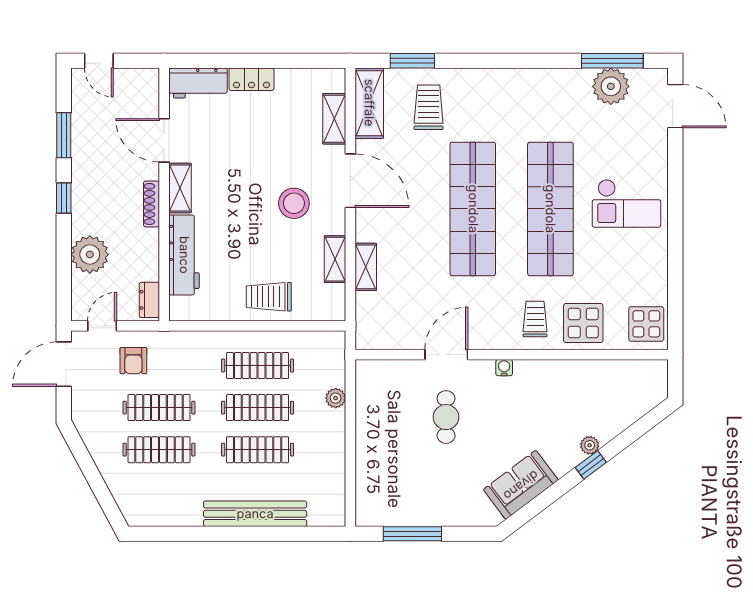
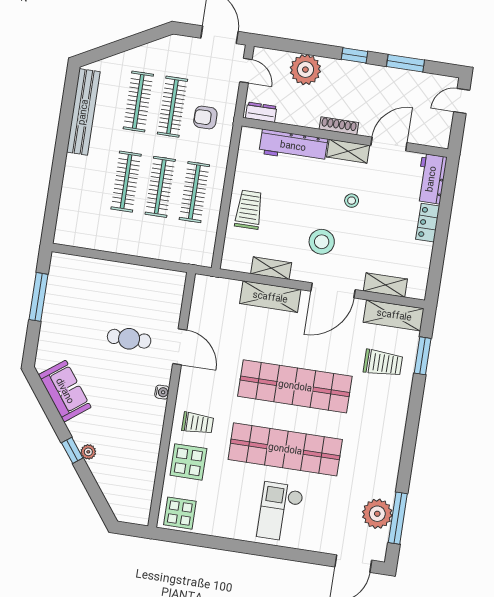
stool: (239, 175) -> (352, 201), added
shelving: (366, 267) -> (270, 297), width x1.50, depth x1.33
armchair: (133, 361) -> (205, 117), moved
plant: (336, 398) -> (158, 251), removed
bench: (255, 514) -> (83, 112), moved

